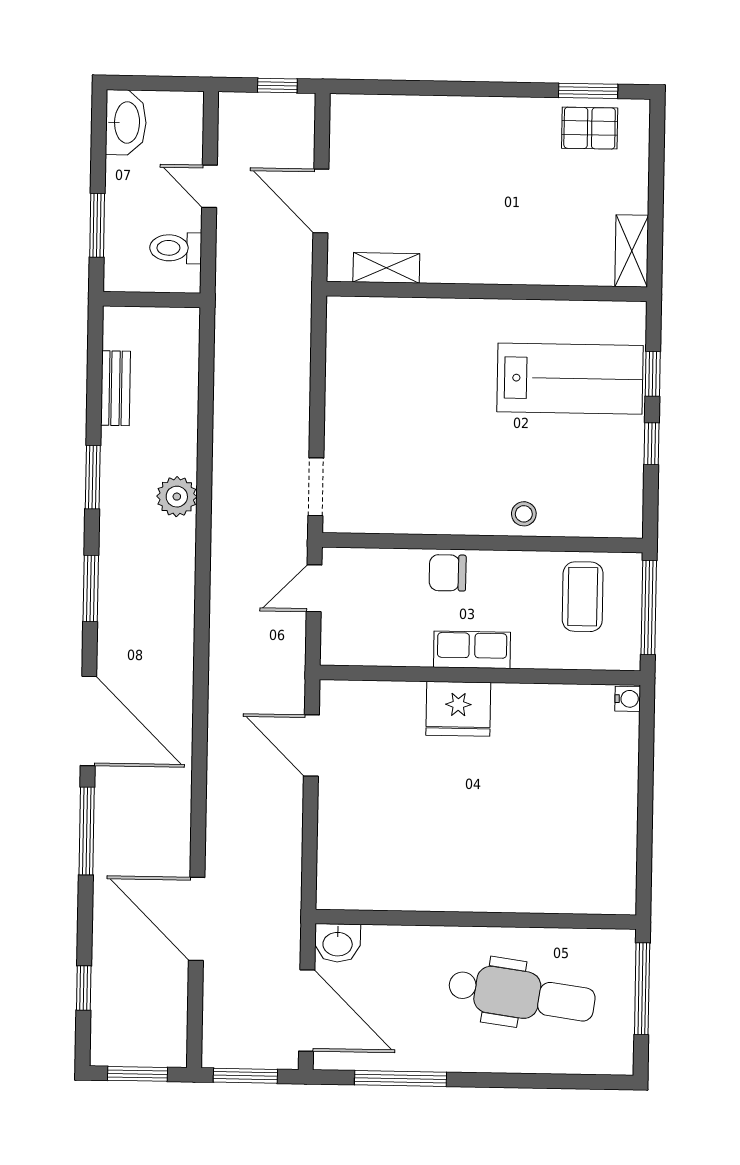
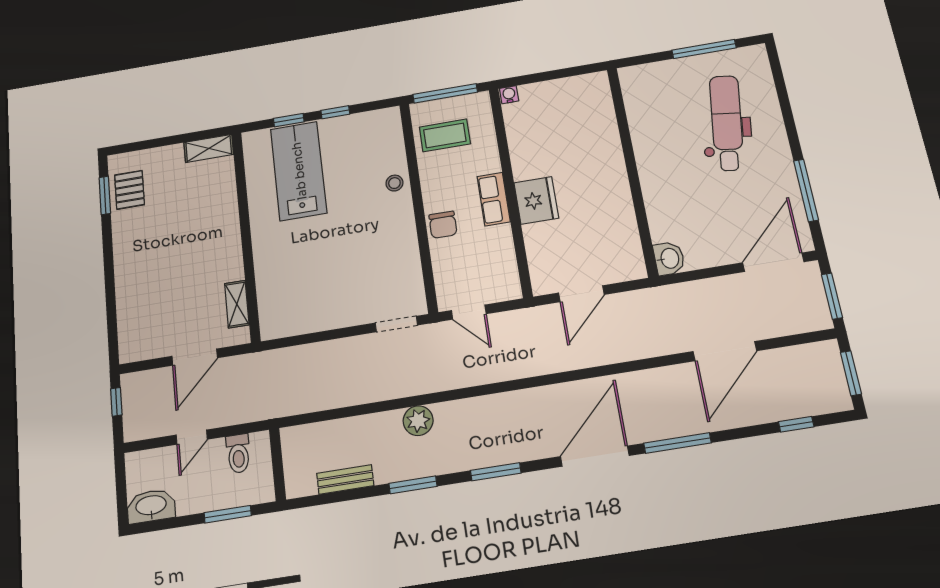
wall: (476, 919) -> (632, 170), moved
washbasin: (338, 943) -> (669, 258), moved

